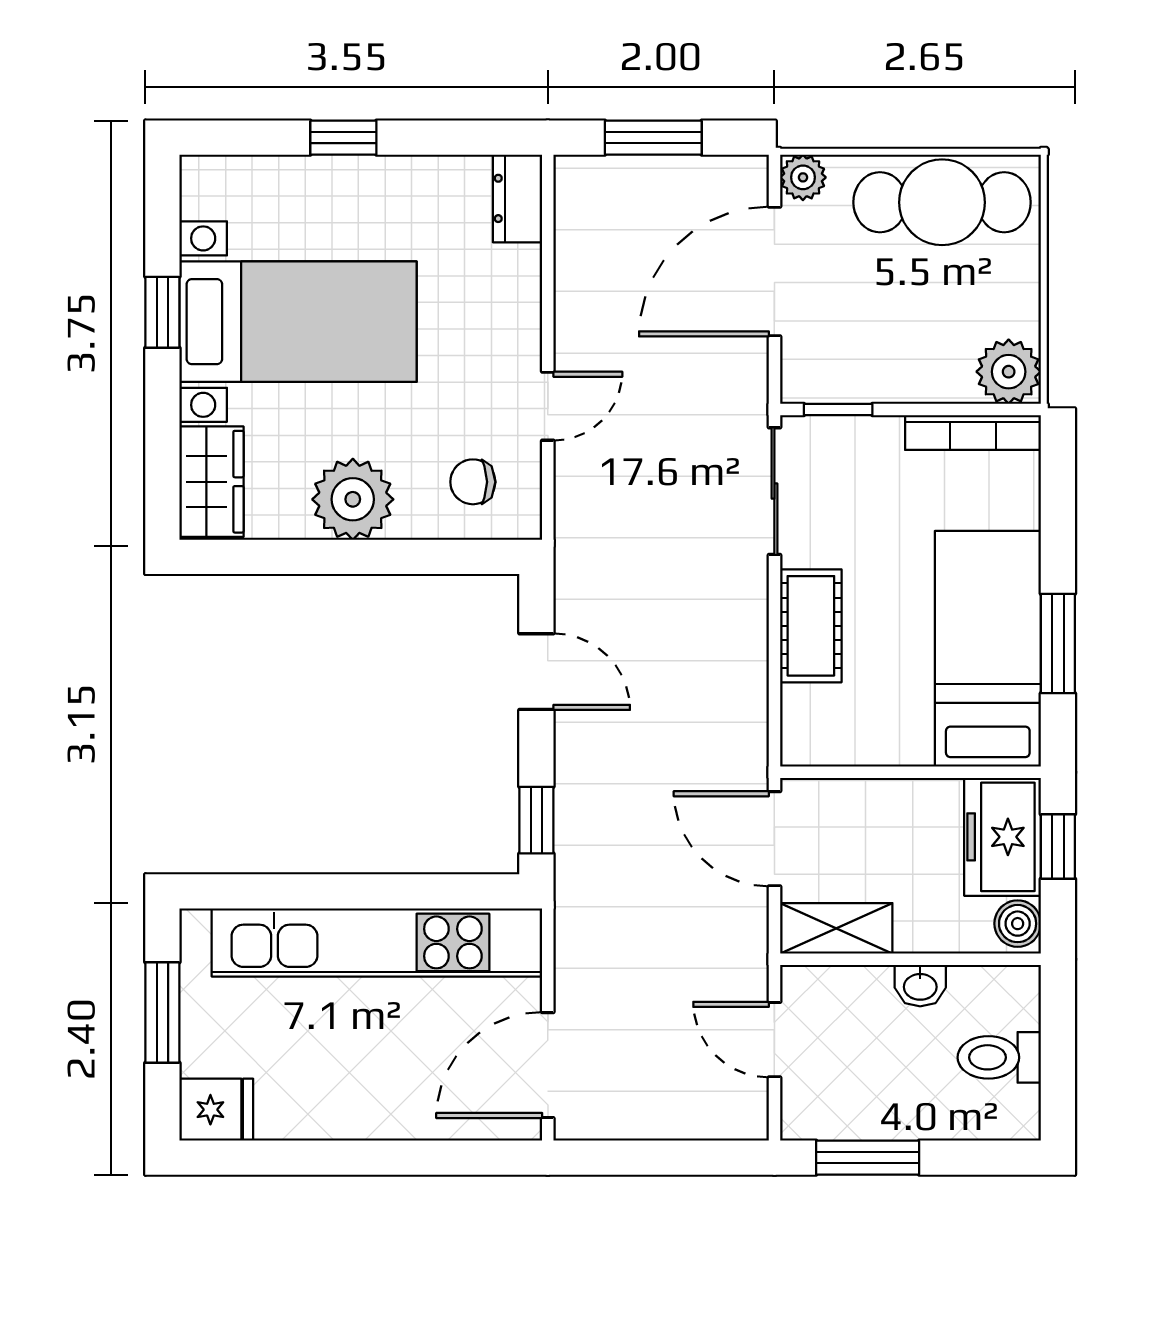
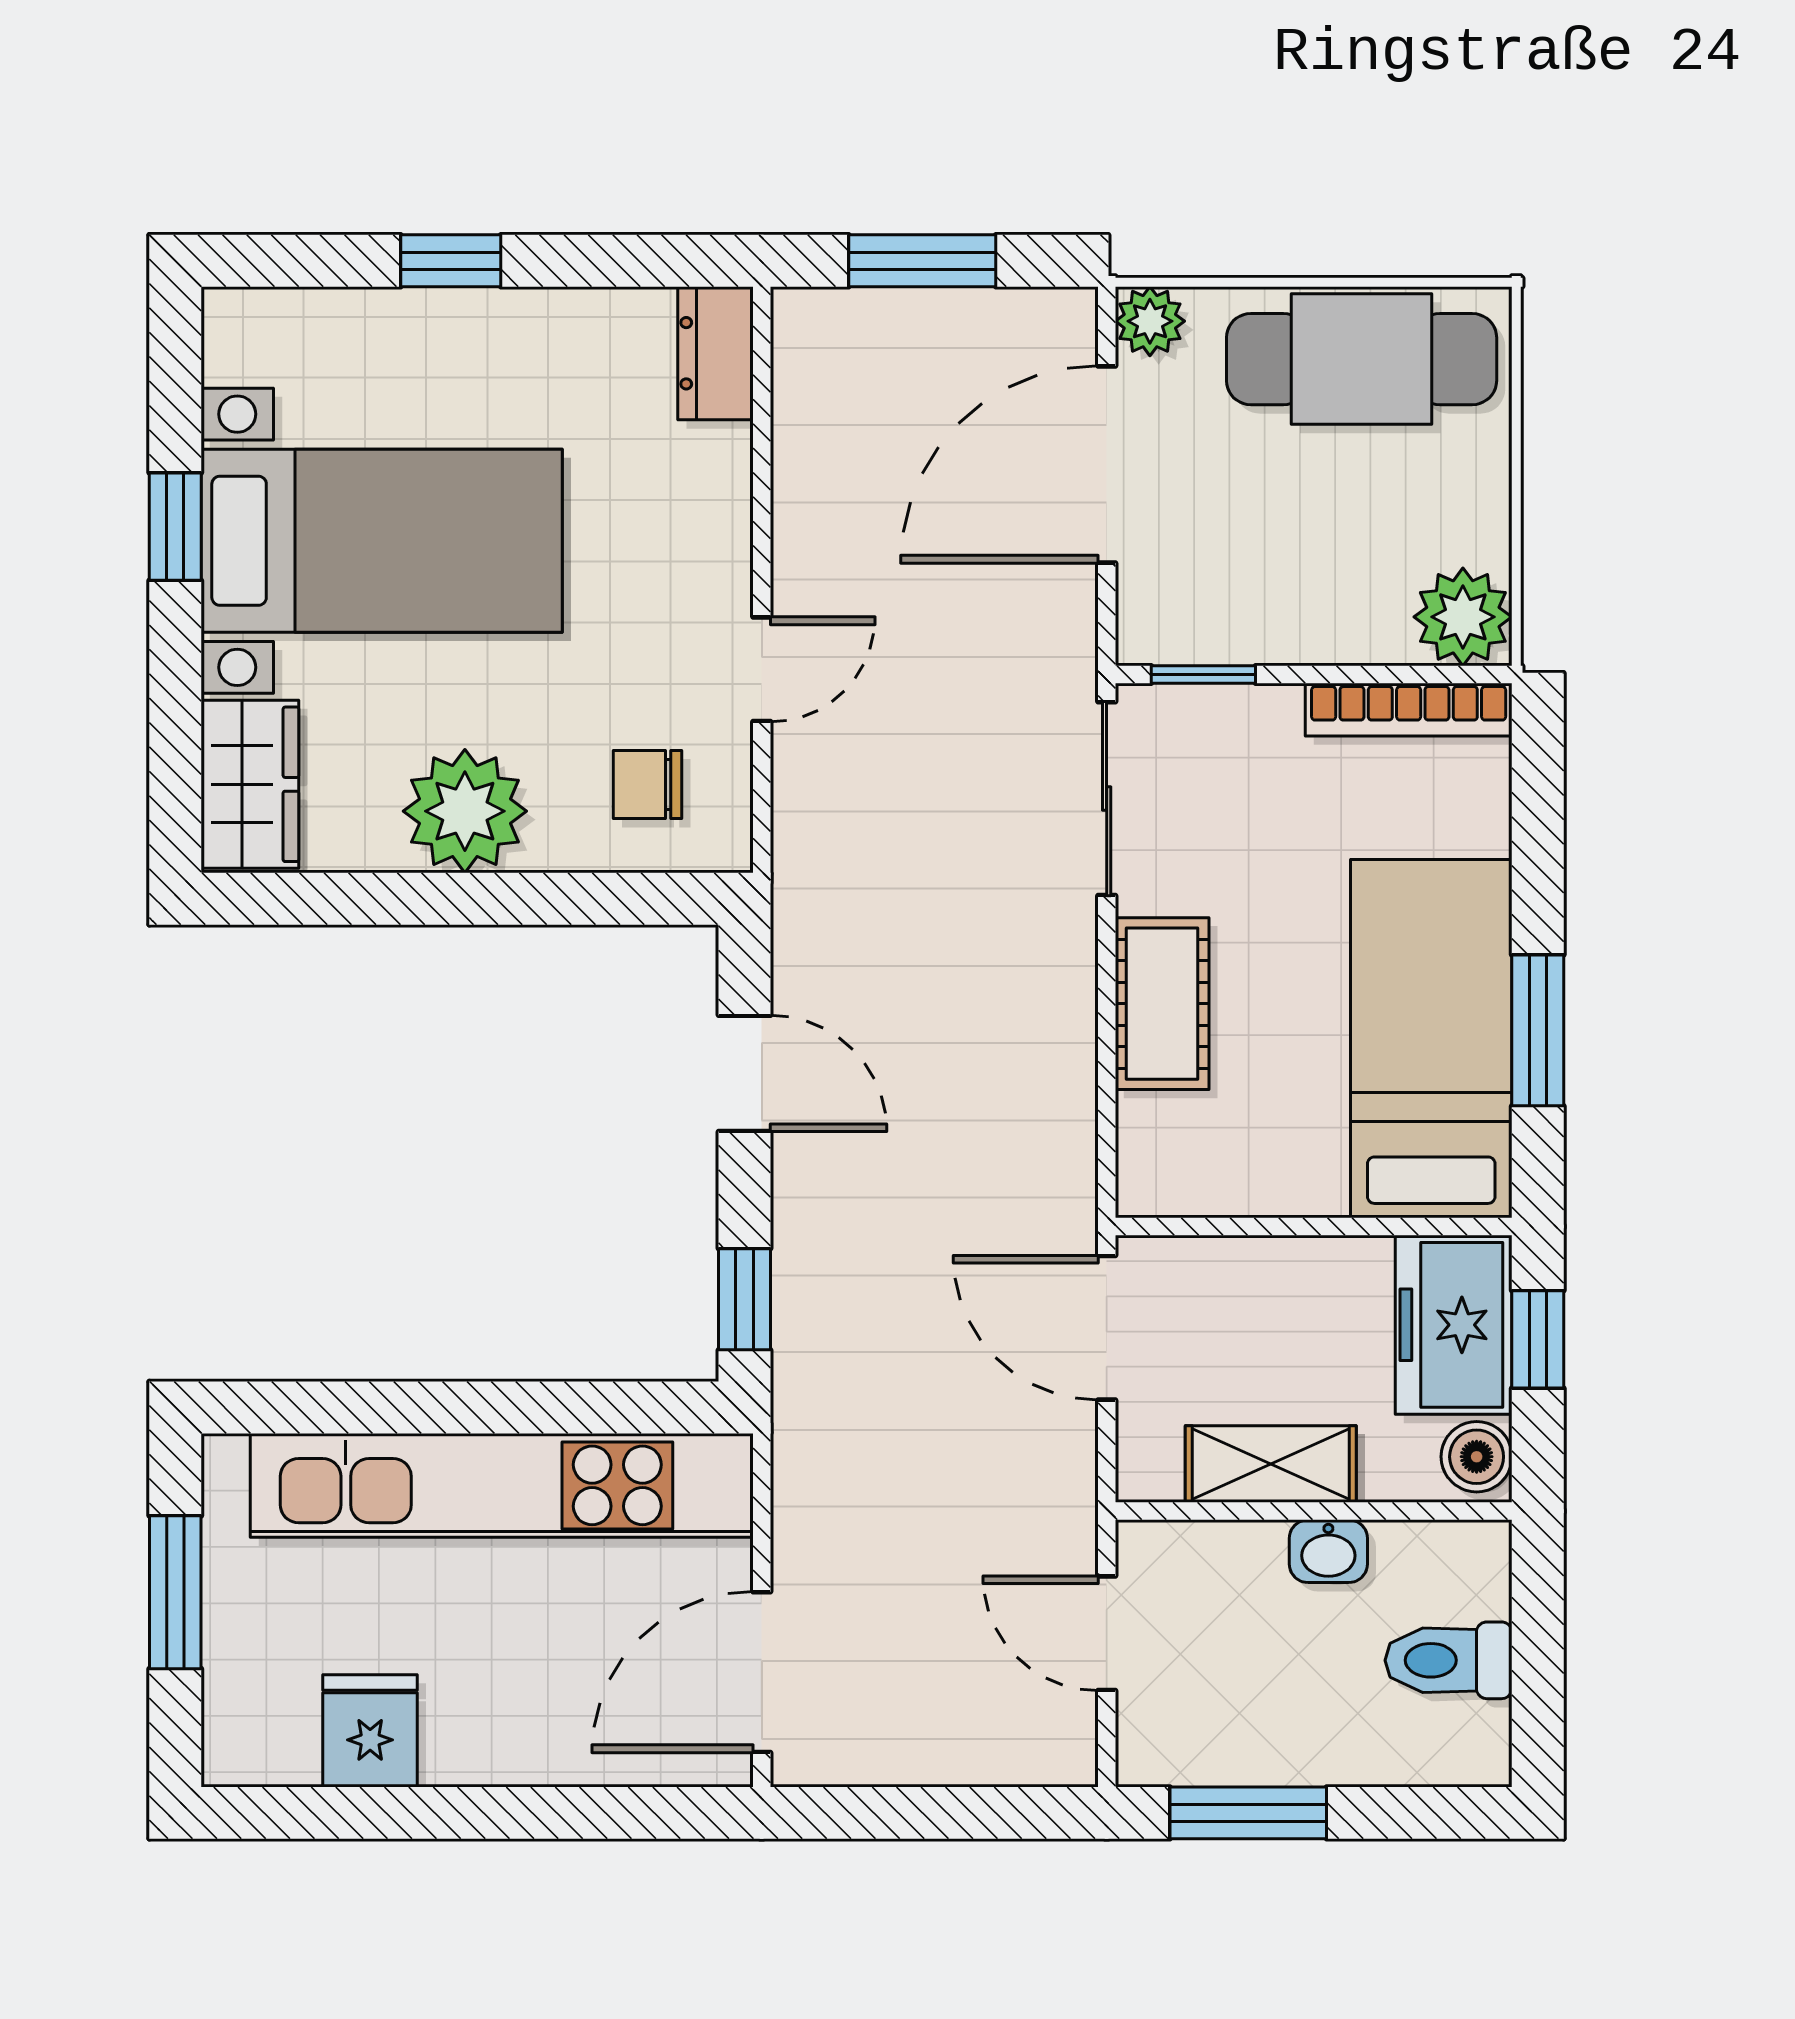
shelving: (836, 928) -> (1271, 1464), moved
fridge: (216, 1110) -> (370, 1731), moved, turned -90

